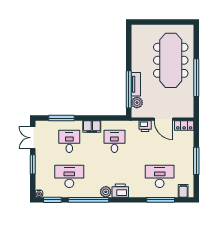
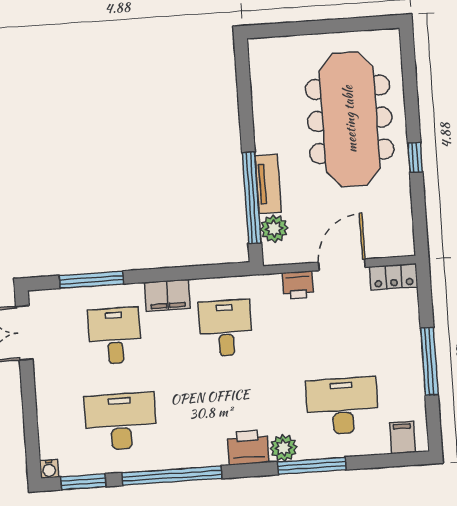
window: (196, 78) -> (415, 157), width x0.32
door: (163, 119) -> (342, 265), swing flipped
window: (33, 164) -> (29, 398), removed
plant: (106, 192) -> (284, 448), moved
window: (161, 200) -> (312, 466), moved

